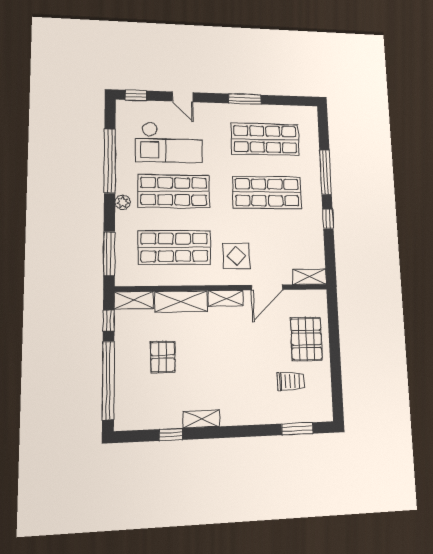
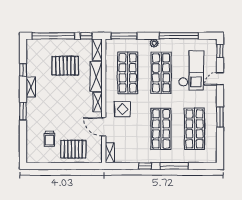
checkout: (169, 142) -> (191, 70), turned 180
pallet: (163, 357) -> (65, 66), width x1.50, depth x1.42
window: (297, 429) -> (23, 111), moved

